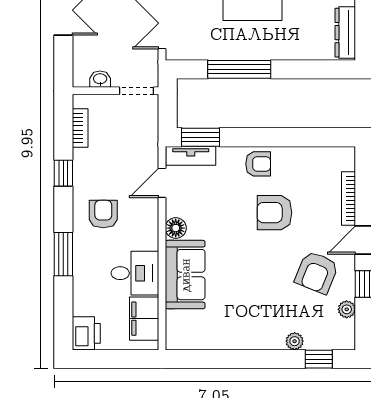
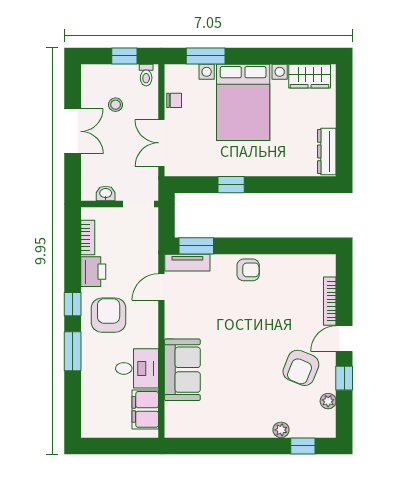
window: (239, 69) -> (231, 185), width x0.46
window: (63, 173) -> (73, 304), moved
armchair: (274, 213) -> (263, 314), removed
armchair: (103, 214) -> (109, 315), width x1.38, depth x1.38
floor lamp: (176, 228) -> (174, 328), removed
printer: (86, 333) -> (93, 272), moved

